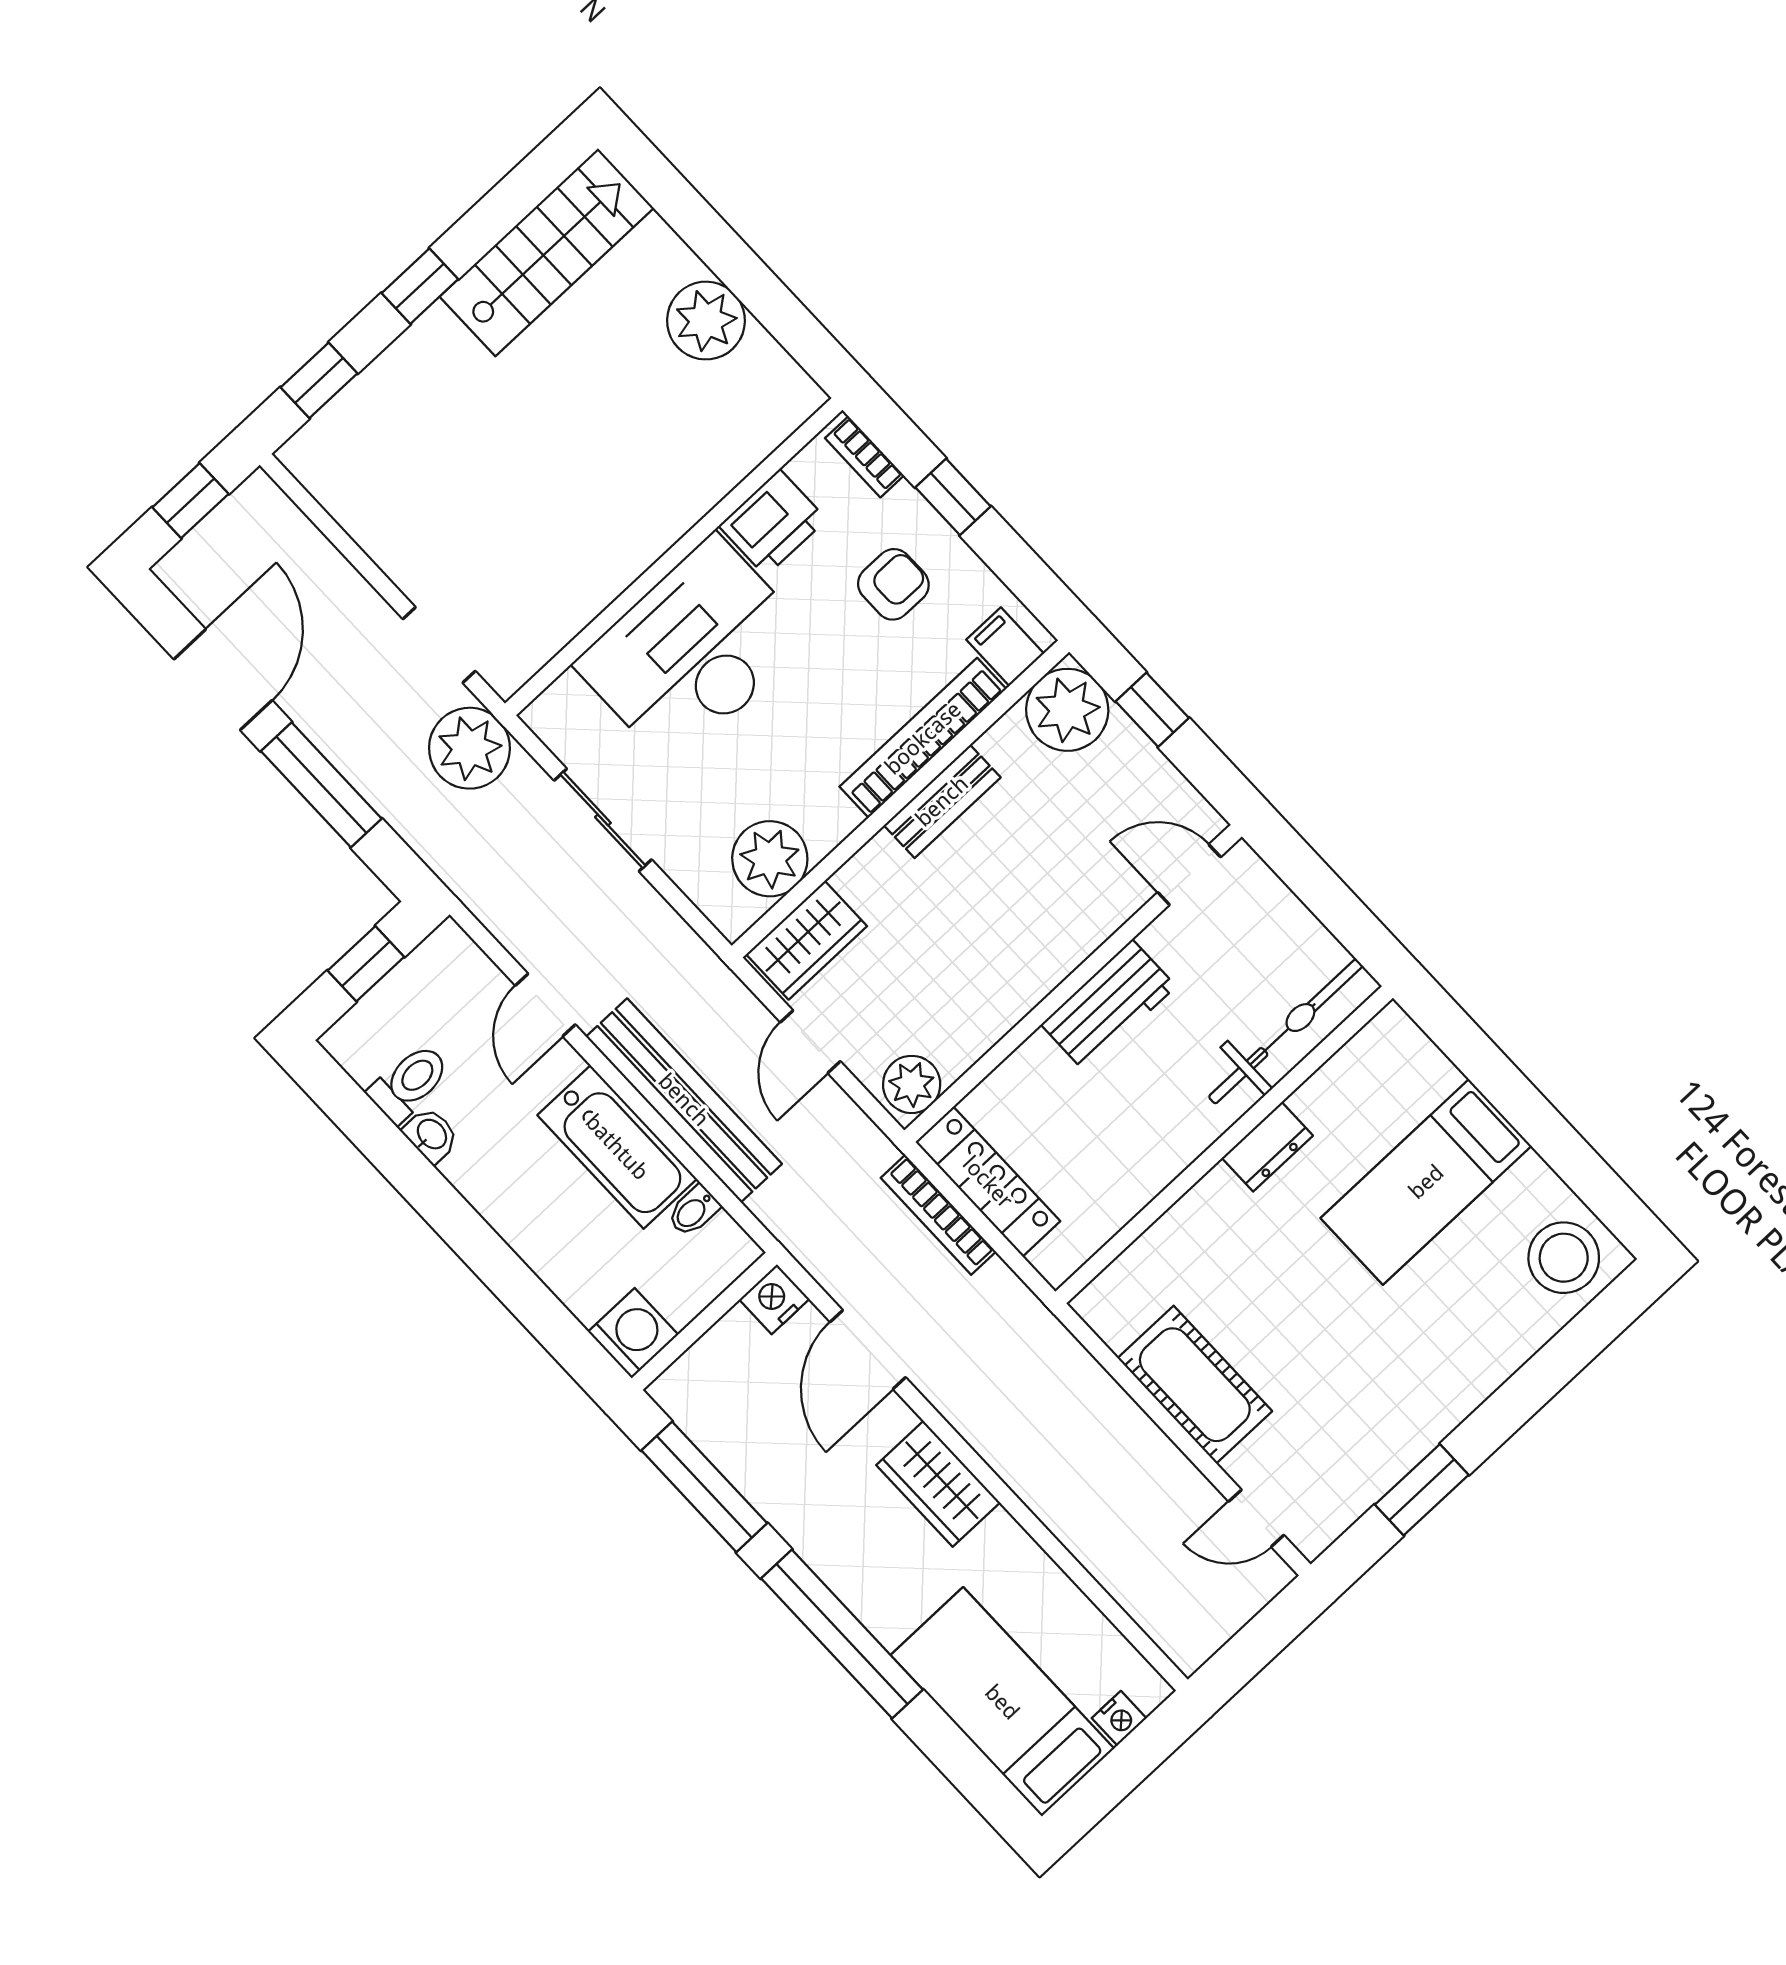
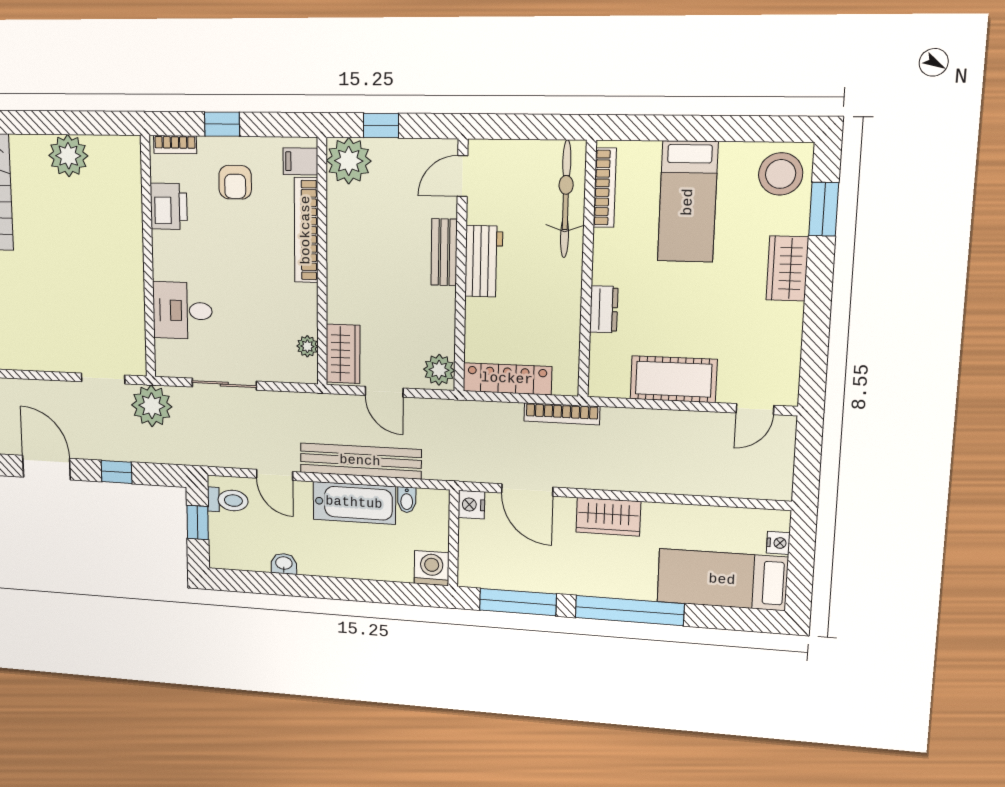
armchair: (893, 584) -> (235, 182), turned 180
desk: (693, 651) -> (182, 311), width x0.53, depth x0.77
window: (321, 785) -> (117, 472), width x0.46
bench: (942, 801) -> (444, 252), moved
plant: (770, 859) -> (307, 346), width x0.53, depth x0.53
bookcase: (1346, 1065) -> (605, 188), added
toilet: (409, 1083) -> (228, 500), moved, turned 90
dresser: (1267, 1147) -> (604, 309), moved
bookcase: (938, 1215) -> (562, 414), moved
wardrobe: (1462, 1380) -> (787, 268), added
window: (1422, 1490) -> (824, 209), moved

